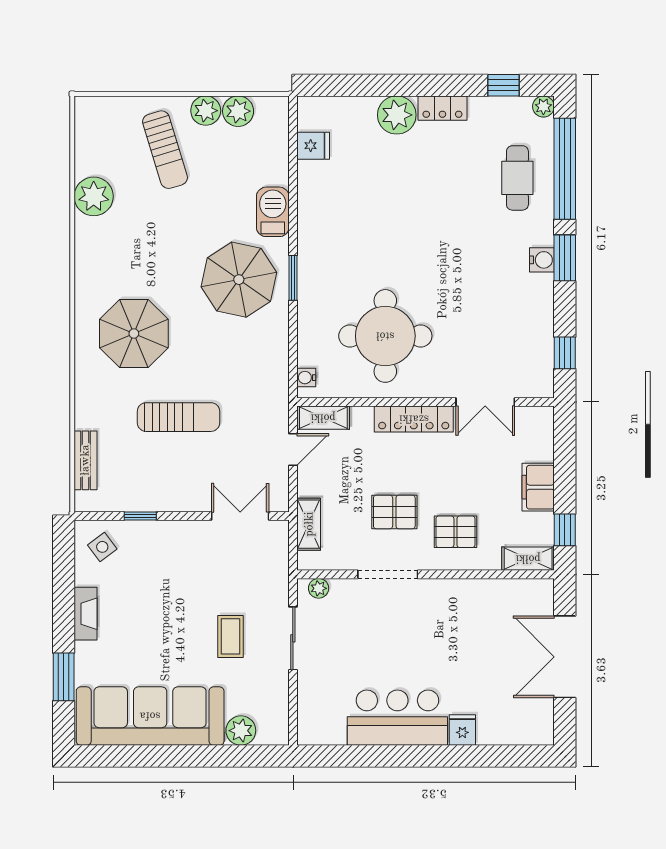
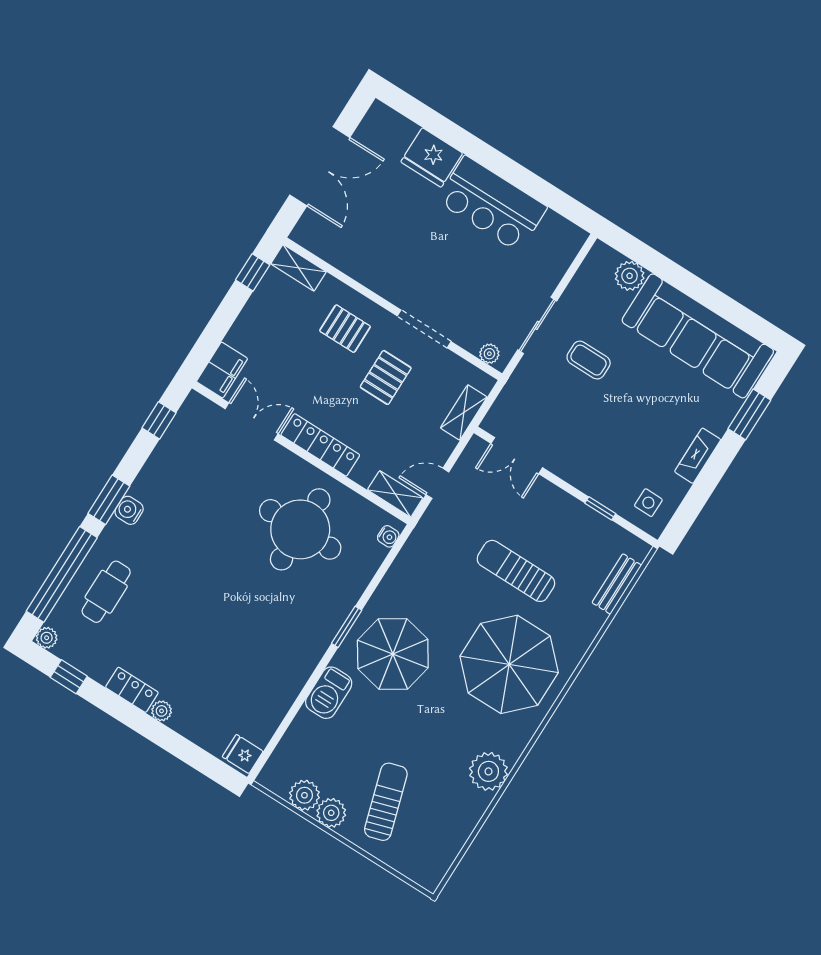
plant: (397, 115) -> (162, 711), width x0.53, depth x0.53
fridge: (313, 146) -> (243, 754), moved
plant: (94, 196) -> (488, 771), moved
parasol: (134, 334) -> (509, 664), width x1.36, depth x1.36
filing cabinet: (538, 487) -> (222, 370), moved
pallet: (394, 512) -> (386, 377), turned 90
side table: (102, 547) -> (648, 503), turned 37
coffee table: (230, 636) -> (589, 360), turned 90
fridge: (462, 730) -> (432, 158), width x1.88, depth x1.34

